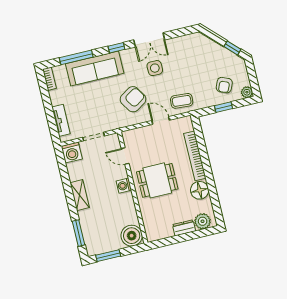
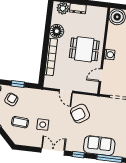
sofa: (95, 68) -> (99, 146), width x0.73
side table: (155, 68) -> (43, 125), moved
coffee table: (182, 101) -> (20, 122), moved
door: (125, 156) -> (101, 75), swing flipped

